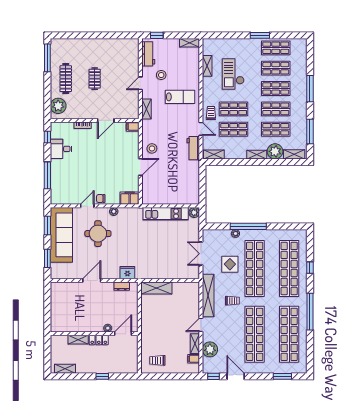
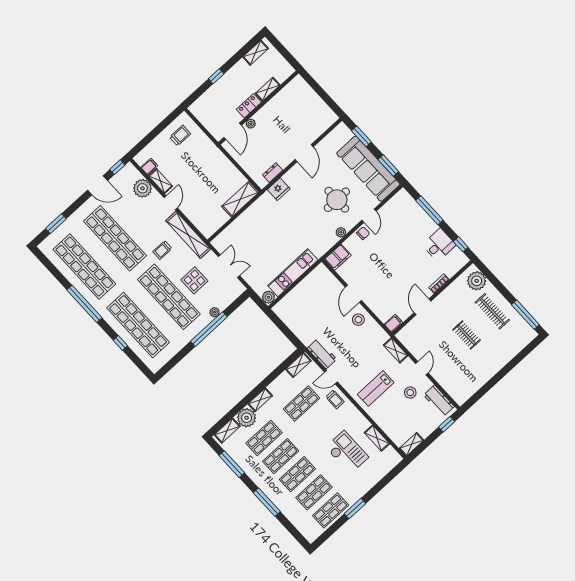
shop shelf: (234, 109) -> (318, 422), removed

